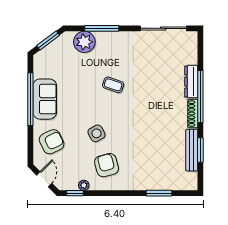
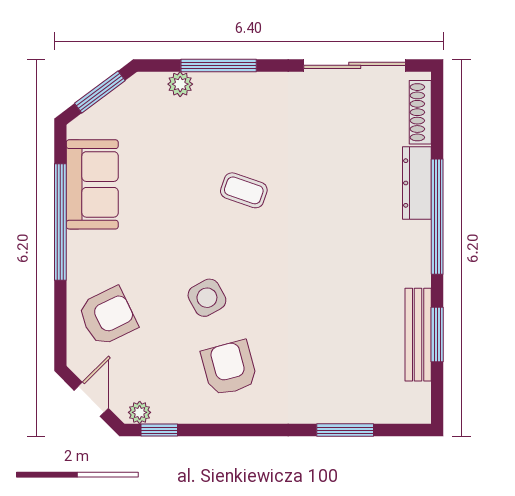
plant: (84, 42) -> (180, 84), width x0.53, depth x0.53
sofa: (45, 99) -> (92, 184), moved
shoe rack: (193, 114) -> (420, 112), moved
plant: (84, 185) -> (140, 412), moved

